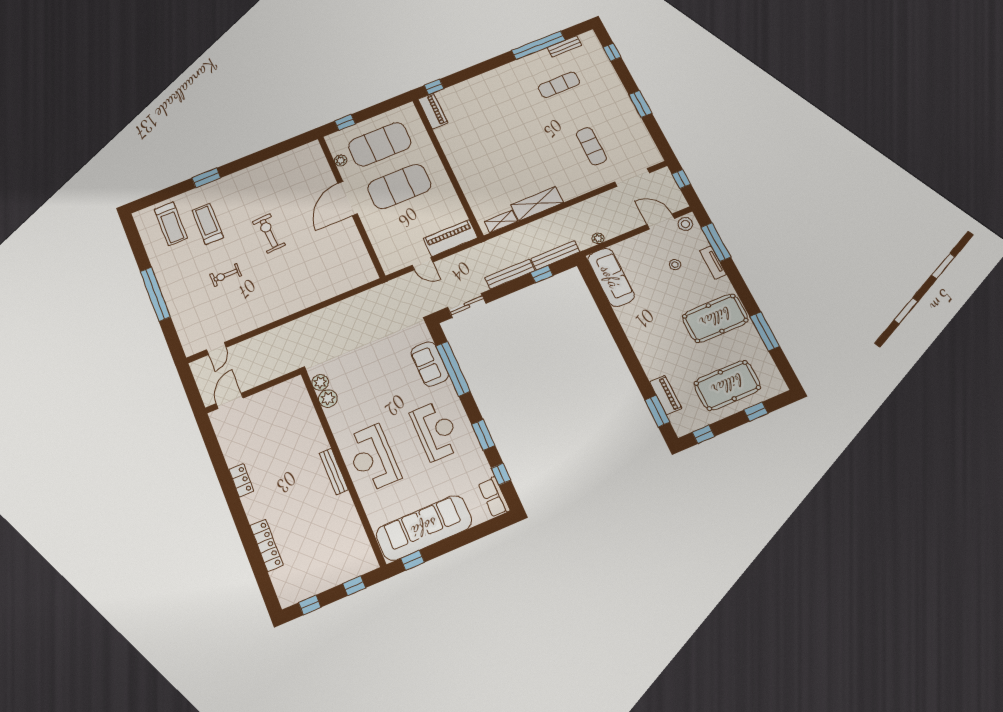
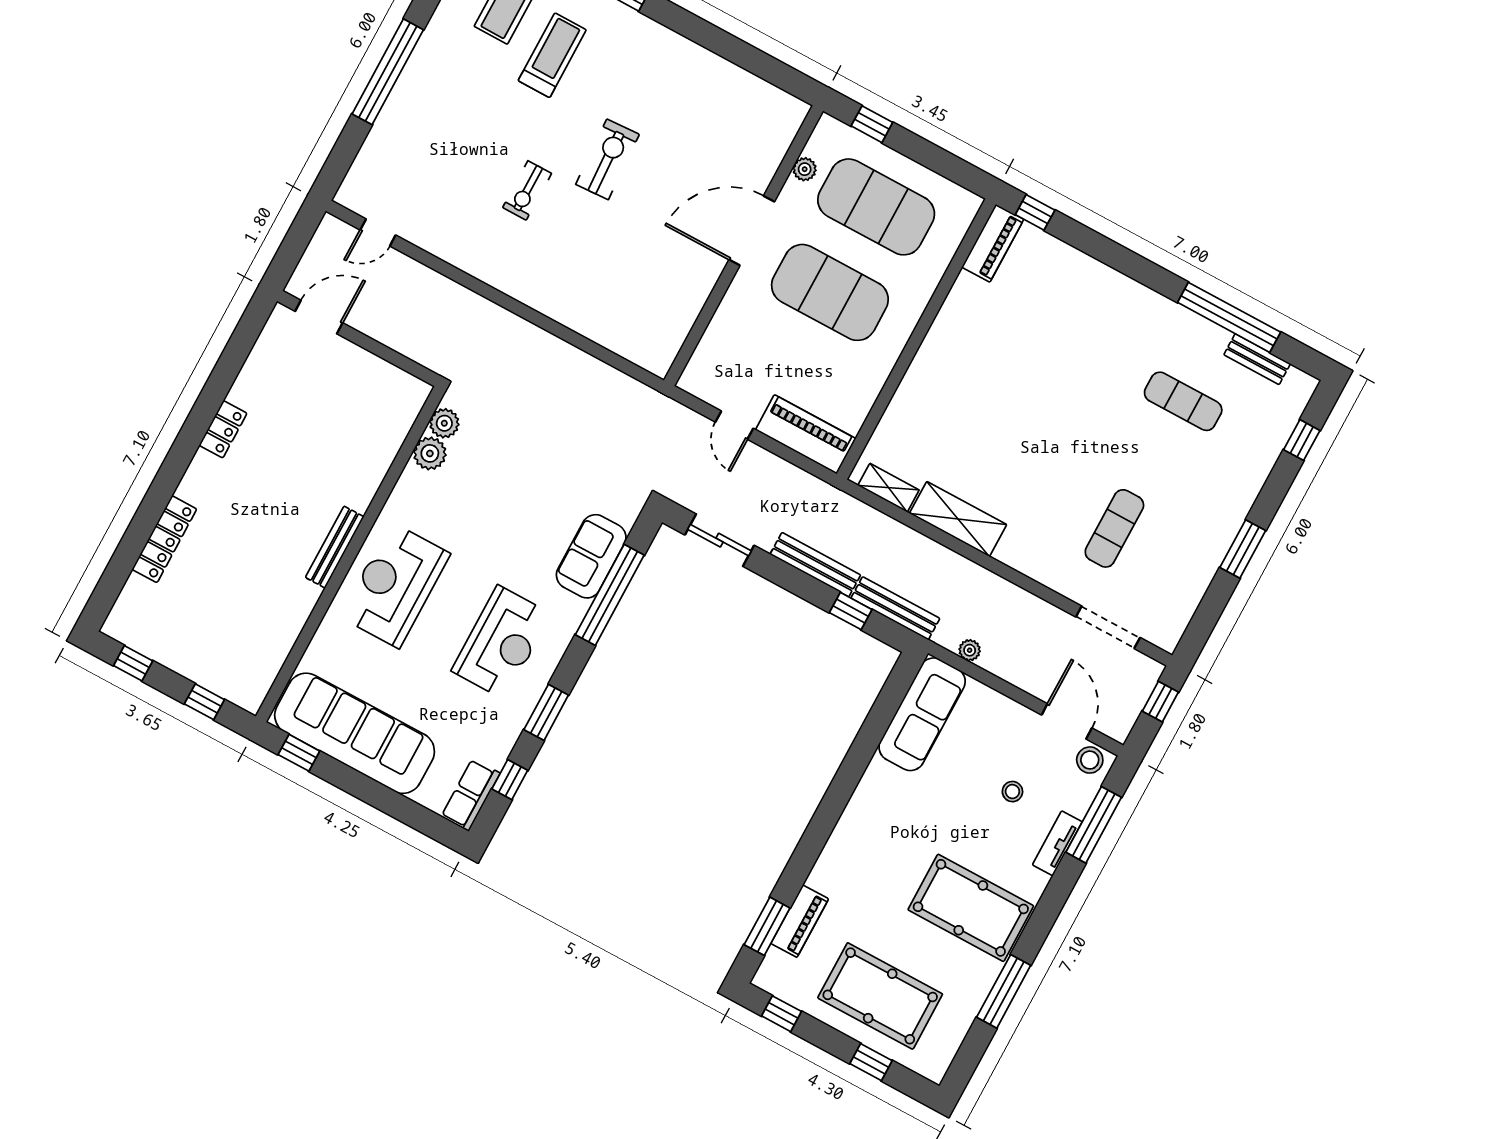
exercise bike: (226, 275) -> (527, 190), moved, turned -90

